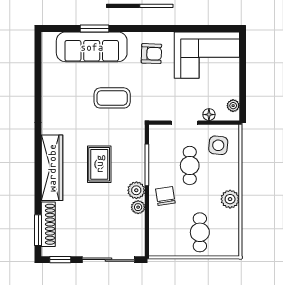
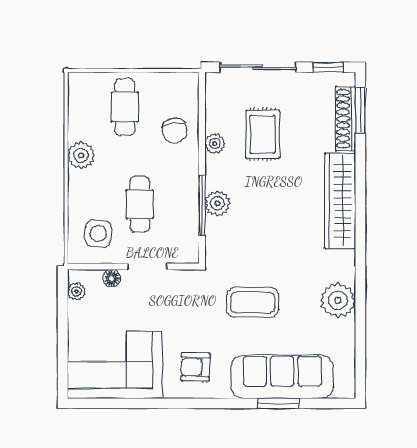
plant: (53, 99) -> (338, 300), added
rug: (99, 164) -> (263, 134), moved
plant: (136, 190) -> (217, 203), moved
chair: (165, 196) -> (174, 131), moved

